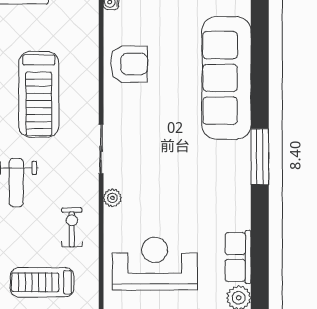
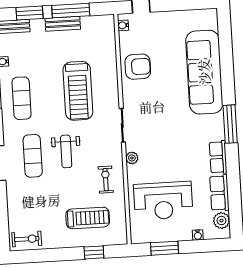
row of seats: (239, 204) -> (218, 157), added
reception desk: (155, 264) -> (163, 201), turned 180
treadmill: (42, 282) -> (88, 218), turned 180

